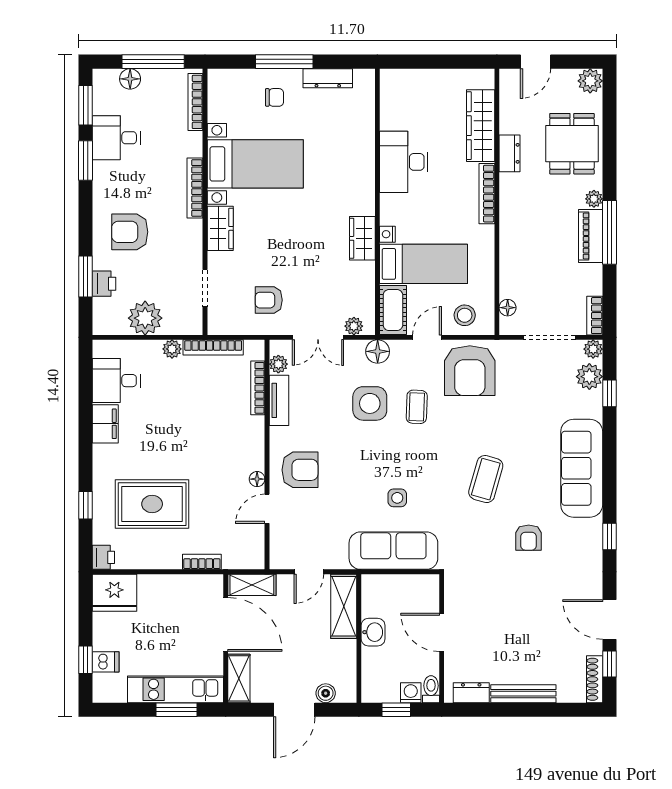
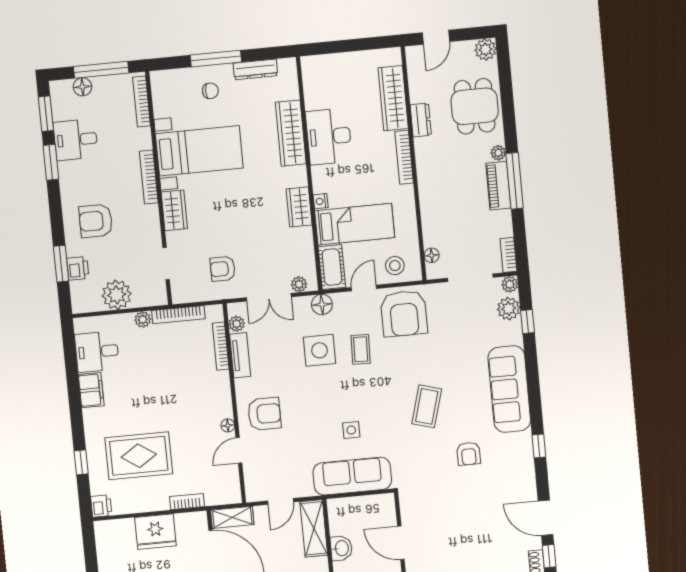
wardrobe: (361, 154) -> (291, 133), added
fridge: (114, 593) -> (156, 532), moved

